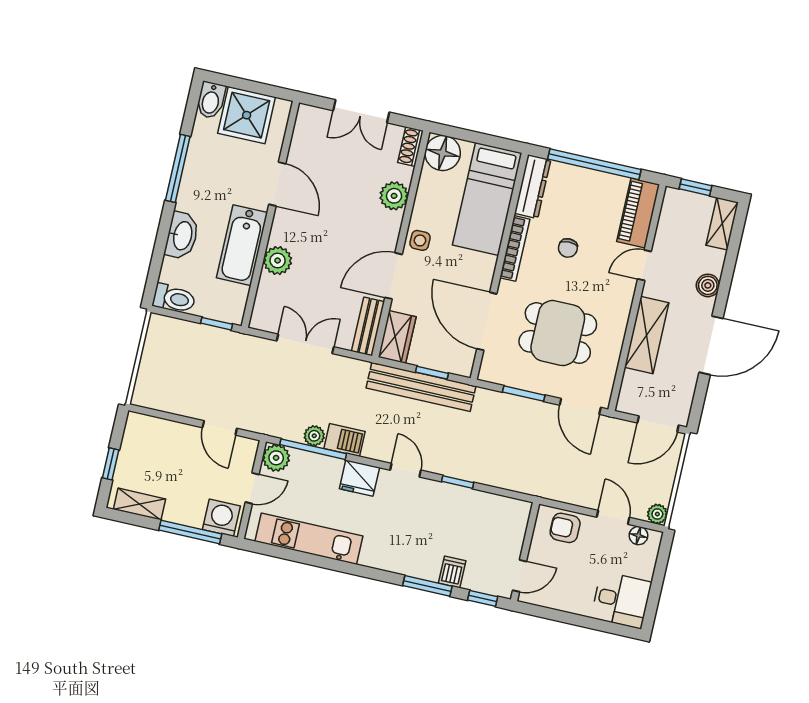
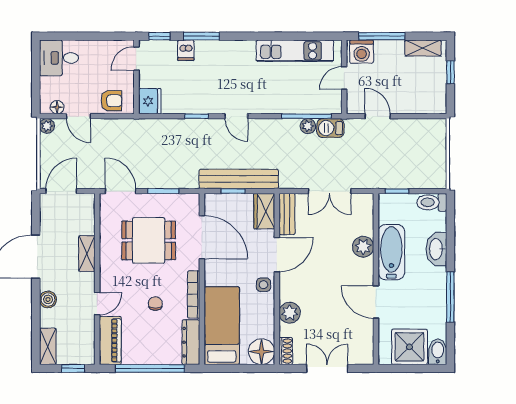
shelving: (647, 335) -> (87, 254), width x0.67, depth x0.75
barbecue: (345, 440) -> (330, 128), moved
plant: (276, 458) -> (332, 104), removed
fridge: (359, 478) -> (150, 101), moved, turned 90

